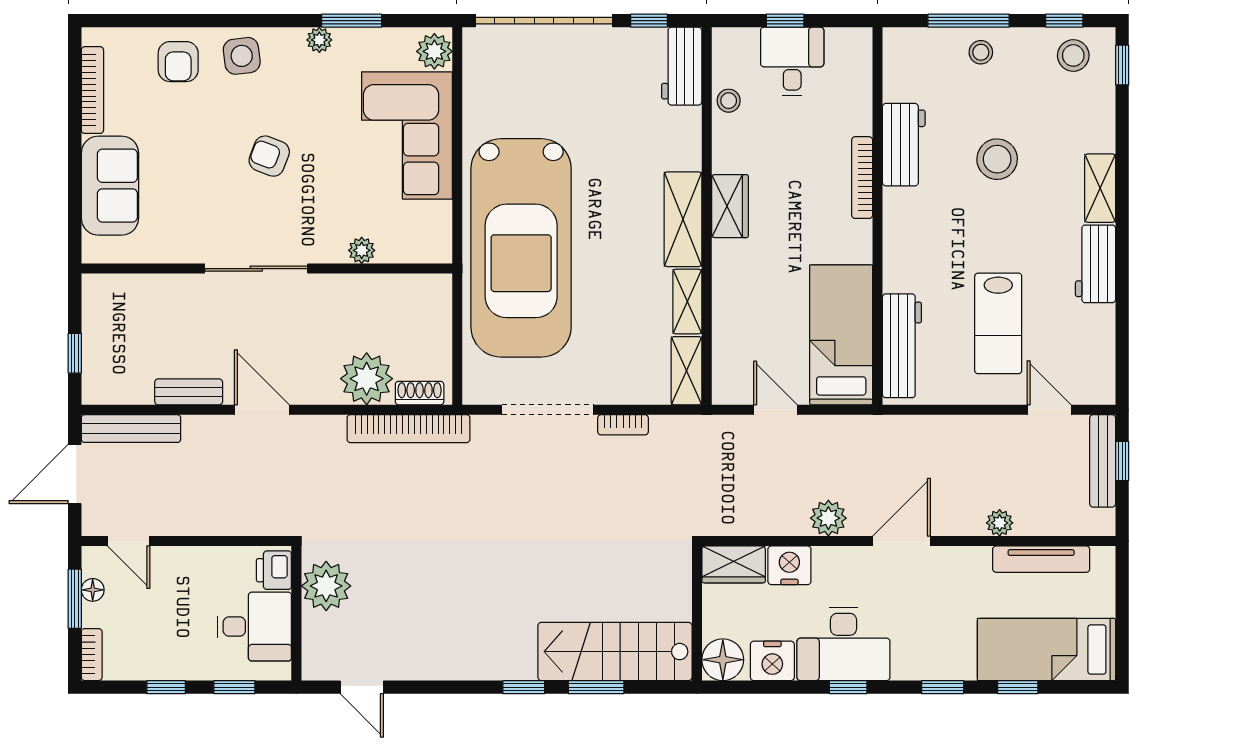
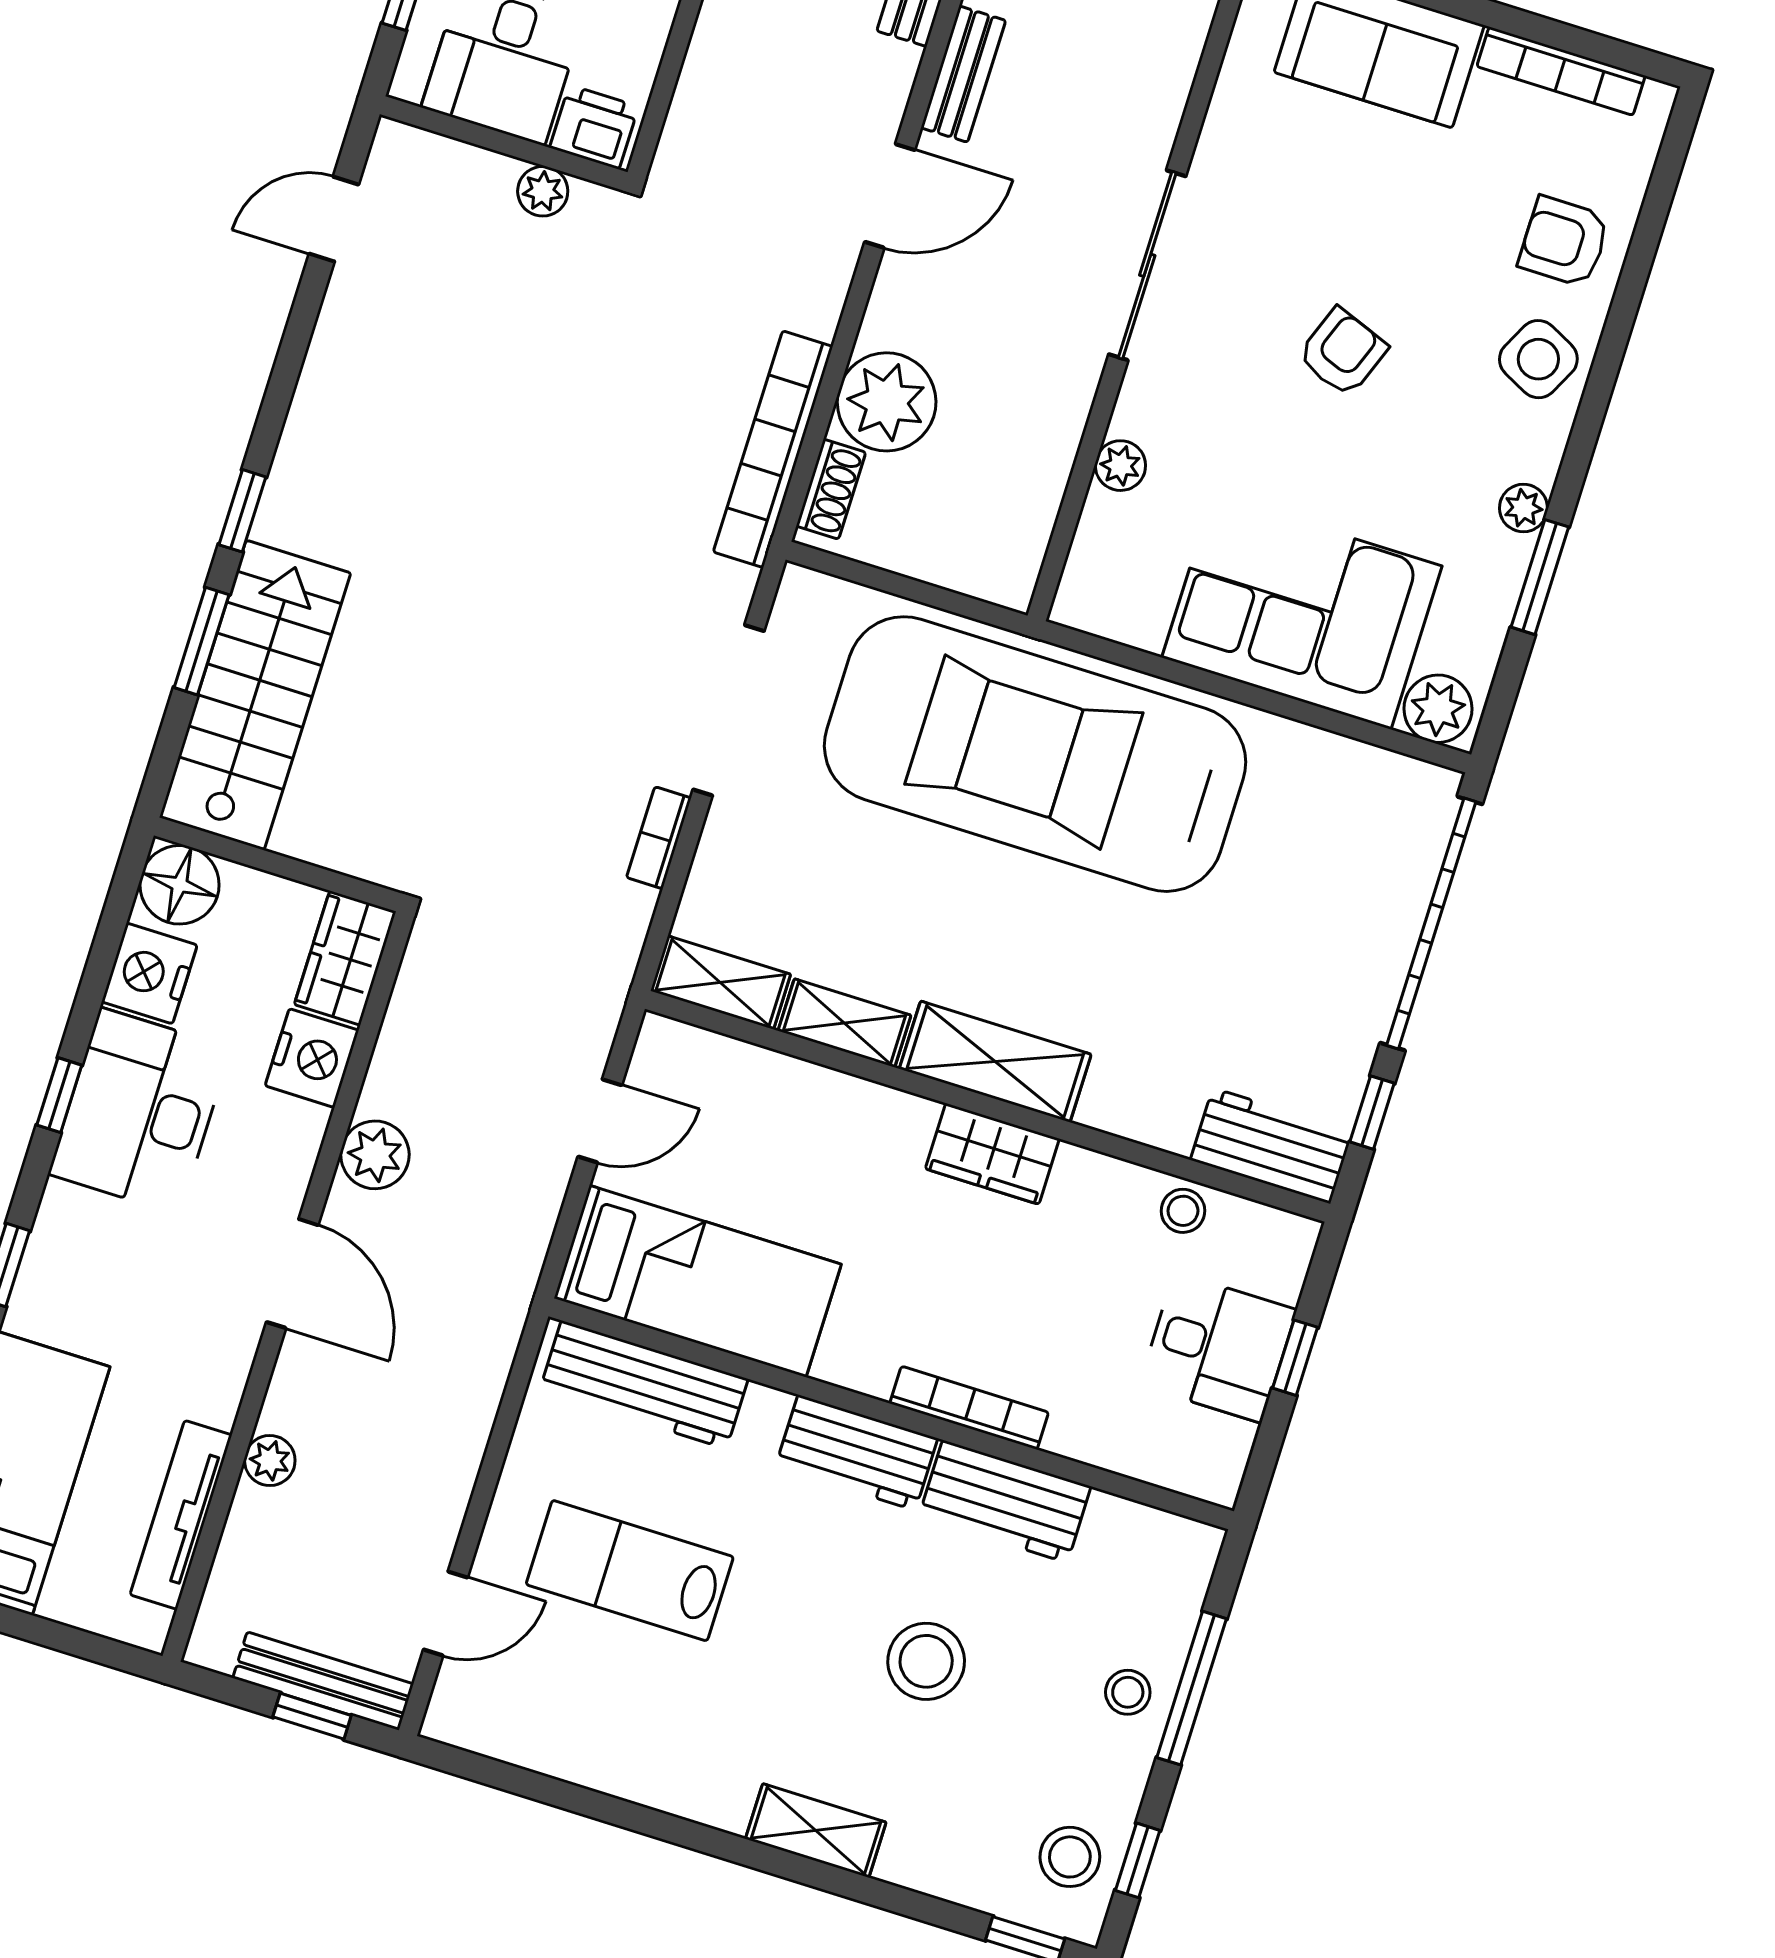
side table: (242, 56) -> (1538, 359), turned 34
workbench: (1095, 264) -> (857, 1452), moved, turned 180
plant: (326, 586) -> (543, 191), width x0.53, depth x0.53

